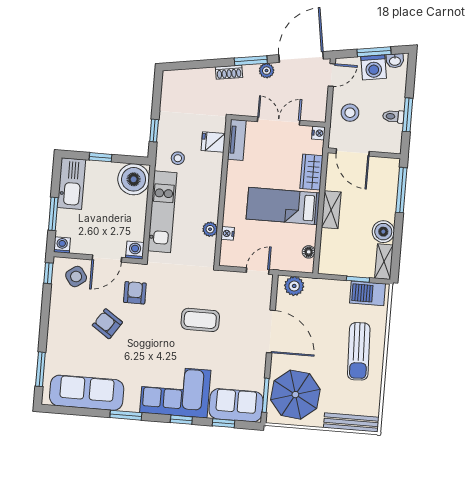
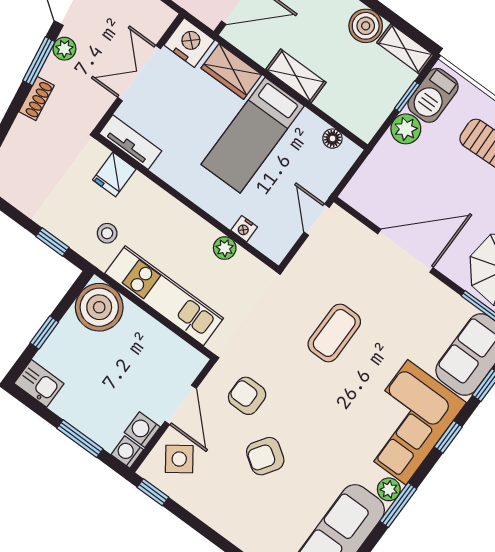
nightstand: (318, 133) -> (189, 43), width x1.89, depth x1.79
kitchen sink: (71, 184) -> (39, 383), width x0.53, depth x0.81
washing machine: (135, 250) -> (142, 430), moved
plant: (294, 286) -> (406, 129), moved
plant: (131, 404) -> (389, 489), added

